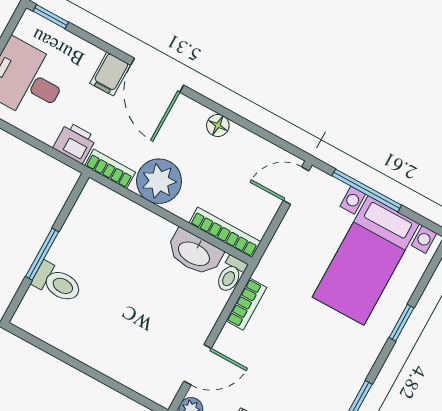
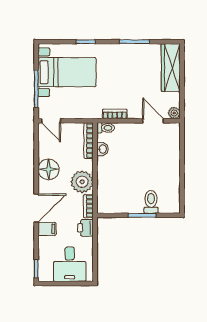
floor lamp: (218, 125) -> (48, 169), width x1.89, depth x1.89
washbasin: (194, 253) -> (102, 149), width x0.52, depth x0.69

